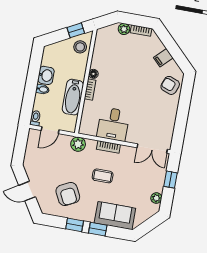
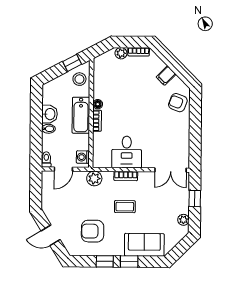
bathtub: (73, 97) -> (81, 115), moved
washing machine: (71, 122) -> (83, 157), added
armchair: (68, 194) -> (93, 231), turned 117

